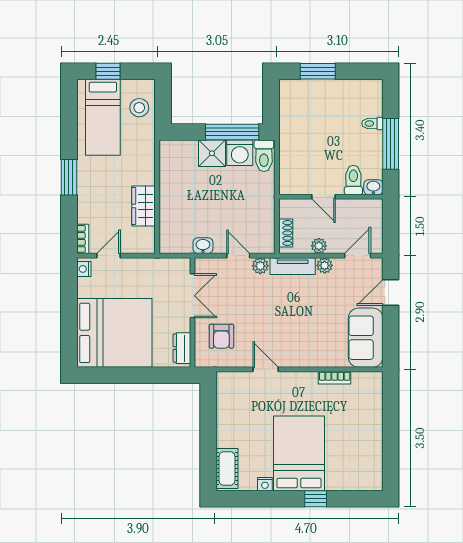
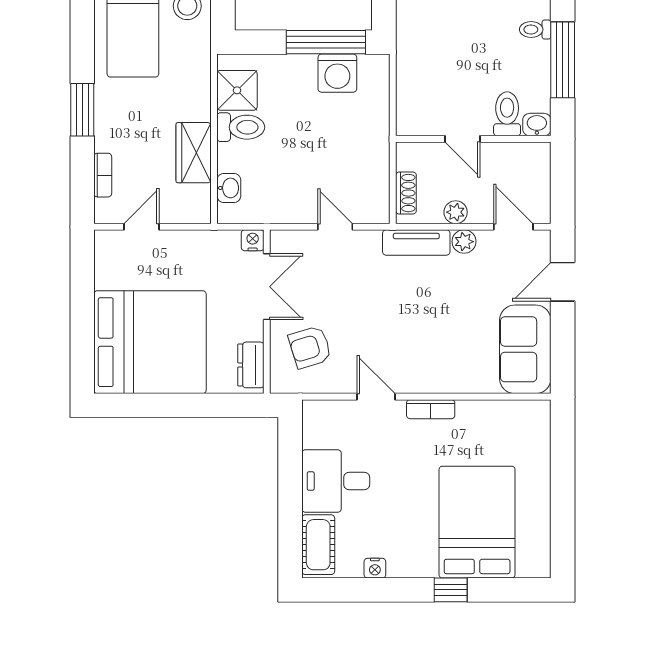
shower: (212, 153) -> (237, 90), moved
toilet: (264, 156) -> (241, 127), moved, turned -90
bookcase: (83, 239) -> (103, 175), moved
washbasin: (203, 246) -> (229, 188), moved, turned 90
door: (358, 256) -> (513, 227), hinge flipped
plant: (260, 266) -> (368, 242), removed
nightstand: (84, 269) -> (253, 240), moved, turned 90
armchair: (221, 336) -> (310, 347), turned 73
bookcase: (335, 378) -> (431, 409), moved
desk: (239, 426) -> (336, 481), added
bed: (299, 453) -> (477, 522), moved

